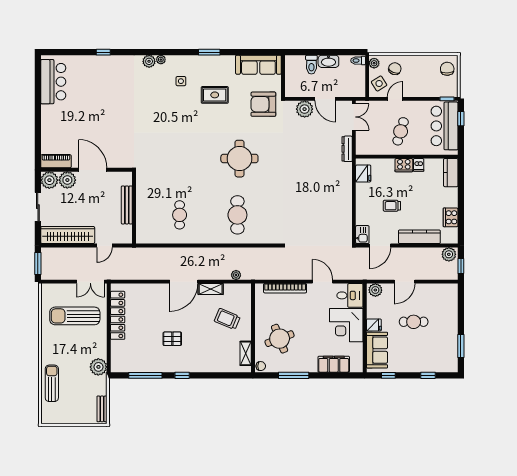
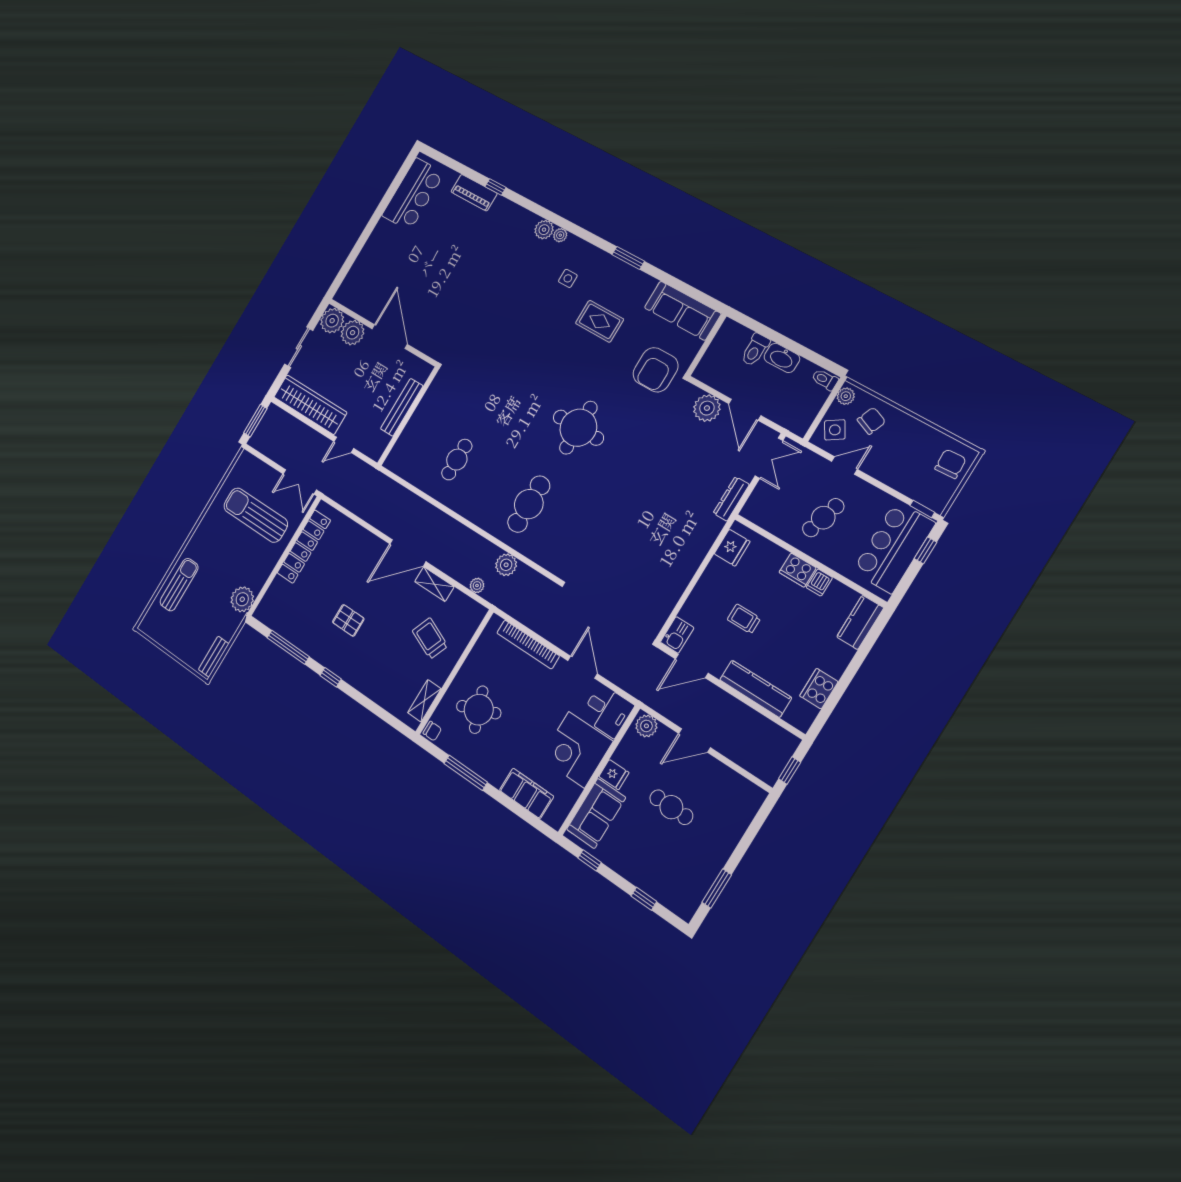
armchair: (263, 104) -> (656, 370), turned -90
piano: (56, 161) -> (474, 193), moved, turned 180
plant: (449, 254) -> (506, 565), moved

